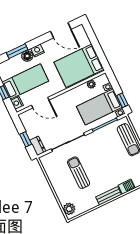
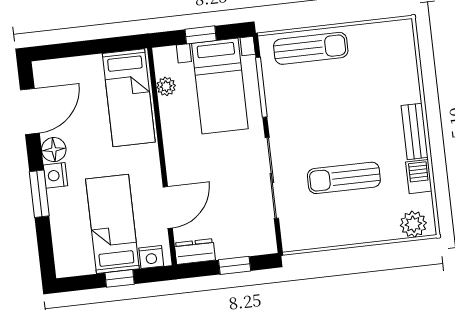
window: (17, 51) -> (39, 194), moved
floor lamp: (27, 56) -> (54, 150), moved
bed: (79, 66) -> (129, 98), width x0.67
window: (122, 100) -> (201, 35), moved
dresser: (38, 146) -> (195, 251), moved
barbecue: (127, 187) -> (419, 177), moved

